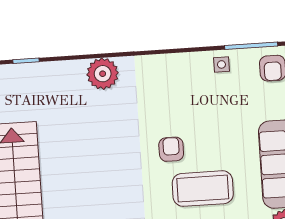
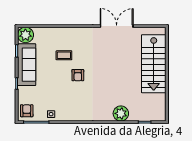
plant: (103, 74) -> (121, 113), moved
coffee table: (203, 189) -> (64, 55), width x0.54, depth x0.58

